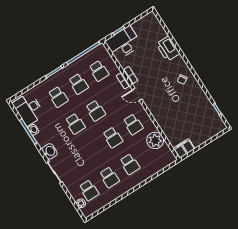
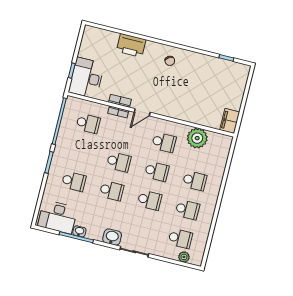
school desk: (78, 84) -> (150, 200), moved

